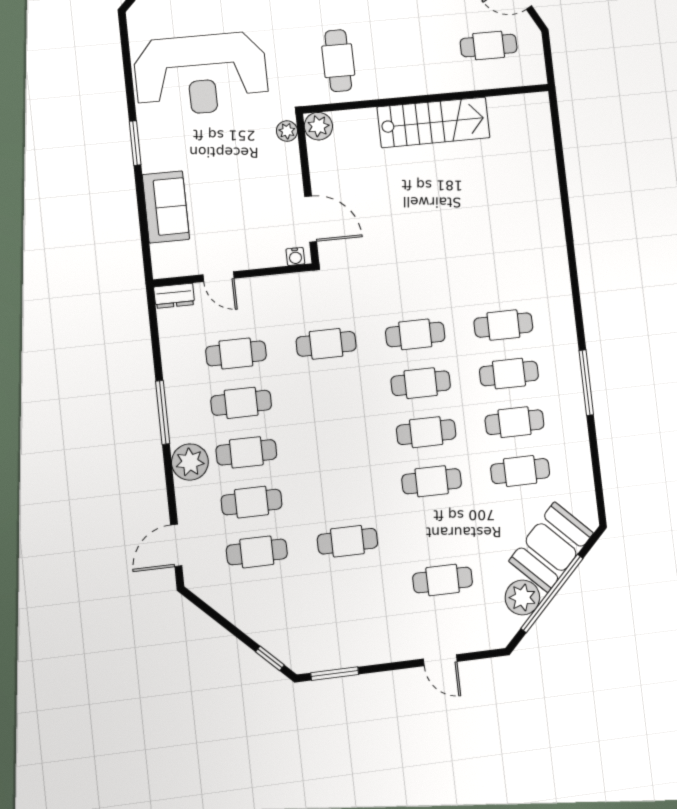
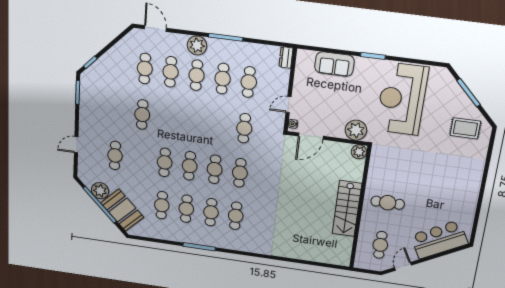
cafe table: (338, 61) -> (388, 203), moved
plant: (287, 131) -> (356, 130), width x1.87, depth x1.87
door: (218, 277) -> (289, 104), moved

